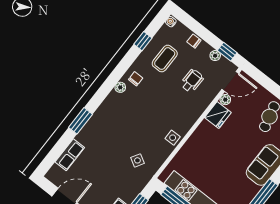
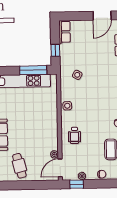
wheelchair: (192, 81) -> (74, 135), moved
fridge: (218, 115) -> (51, 142), removed

